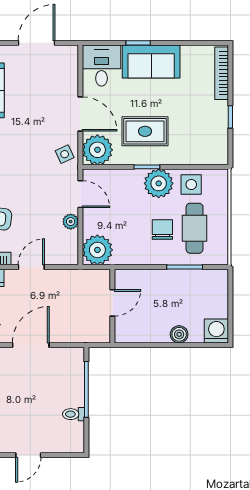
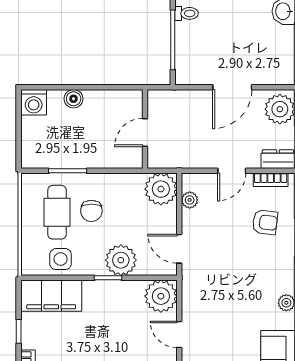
door: (80, 114) -> (179, 334), width x0.73
rug: (145, 131) -> (110, 316), removed
filing cabinet: (200, 150) -> (51, 296), added
side table: (65, 154) -> (196, 291), removed
plant: (159, 183) -> (121, 260), moved
plant: (71, 222) -> (190, 200), moved

